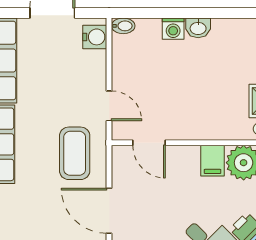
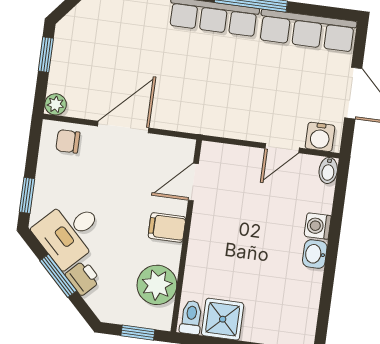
door: (109, 106) -> (282, 148), moved
coffee table: (75, 153) -> (193, 97), removed
filing cabinet: (212, 161) -> (167, 227), moved

